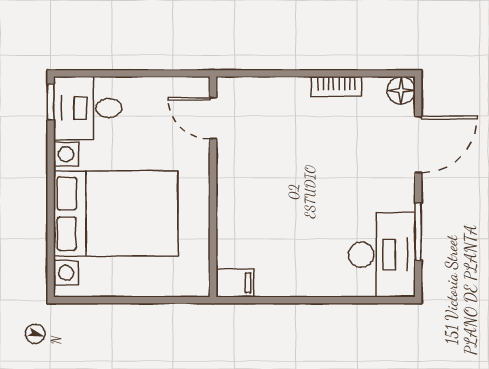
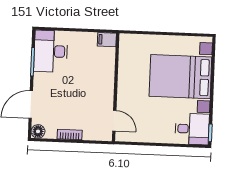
door: (213, 118) -> (114, 121), moved
wall: (213, 187) -> (116, 87), moved
filing cabinet: (235, 283) -> (107, 40), moved

